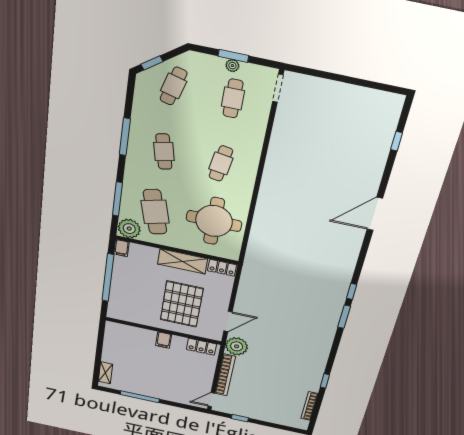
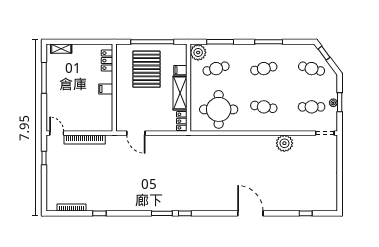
cafe table: (155, 212) -> (216, 69), width x0.73, depth x0.74
filing cabinet: (121, 248) -> (180, 70), moved
pallet: (182, 304) -> (146, 69), moved, turned 90
plant: (237, 346) -> (284, 143), moved
locker: (201, 347) -> (107, 61), moved

